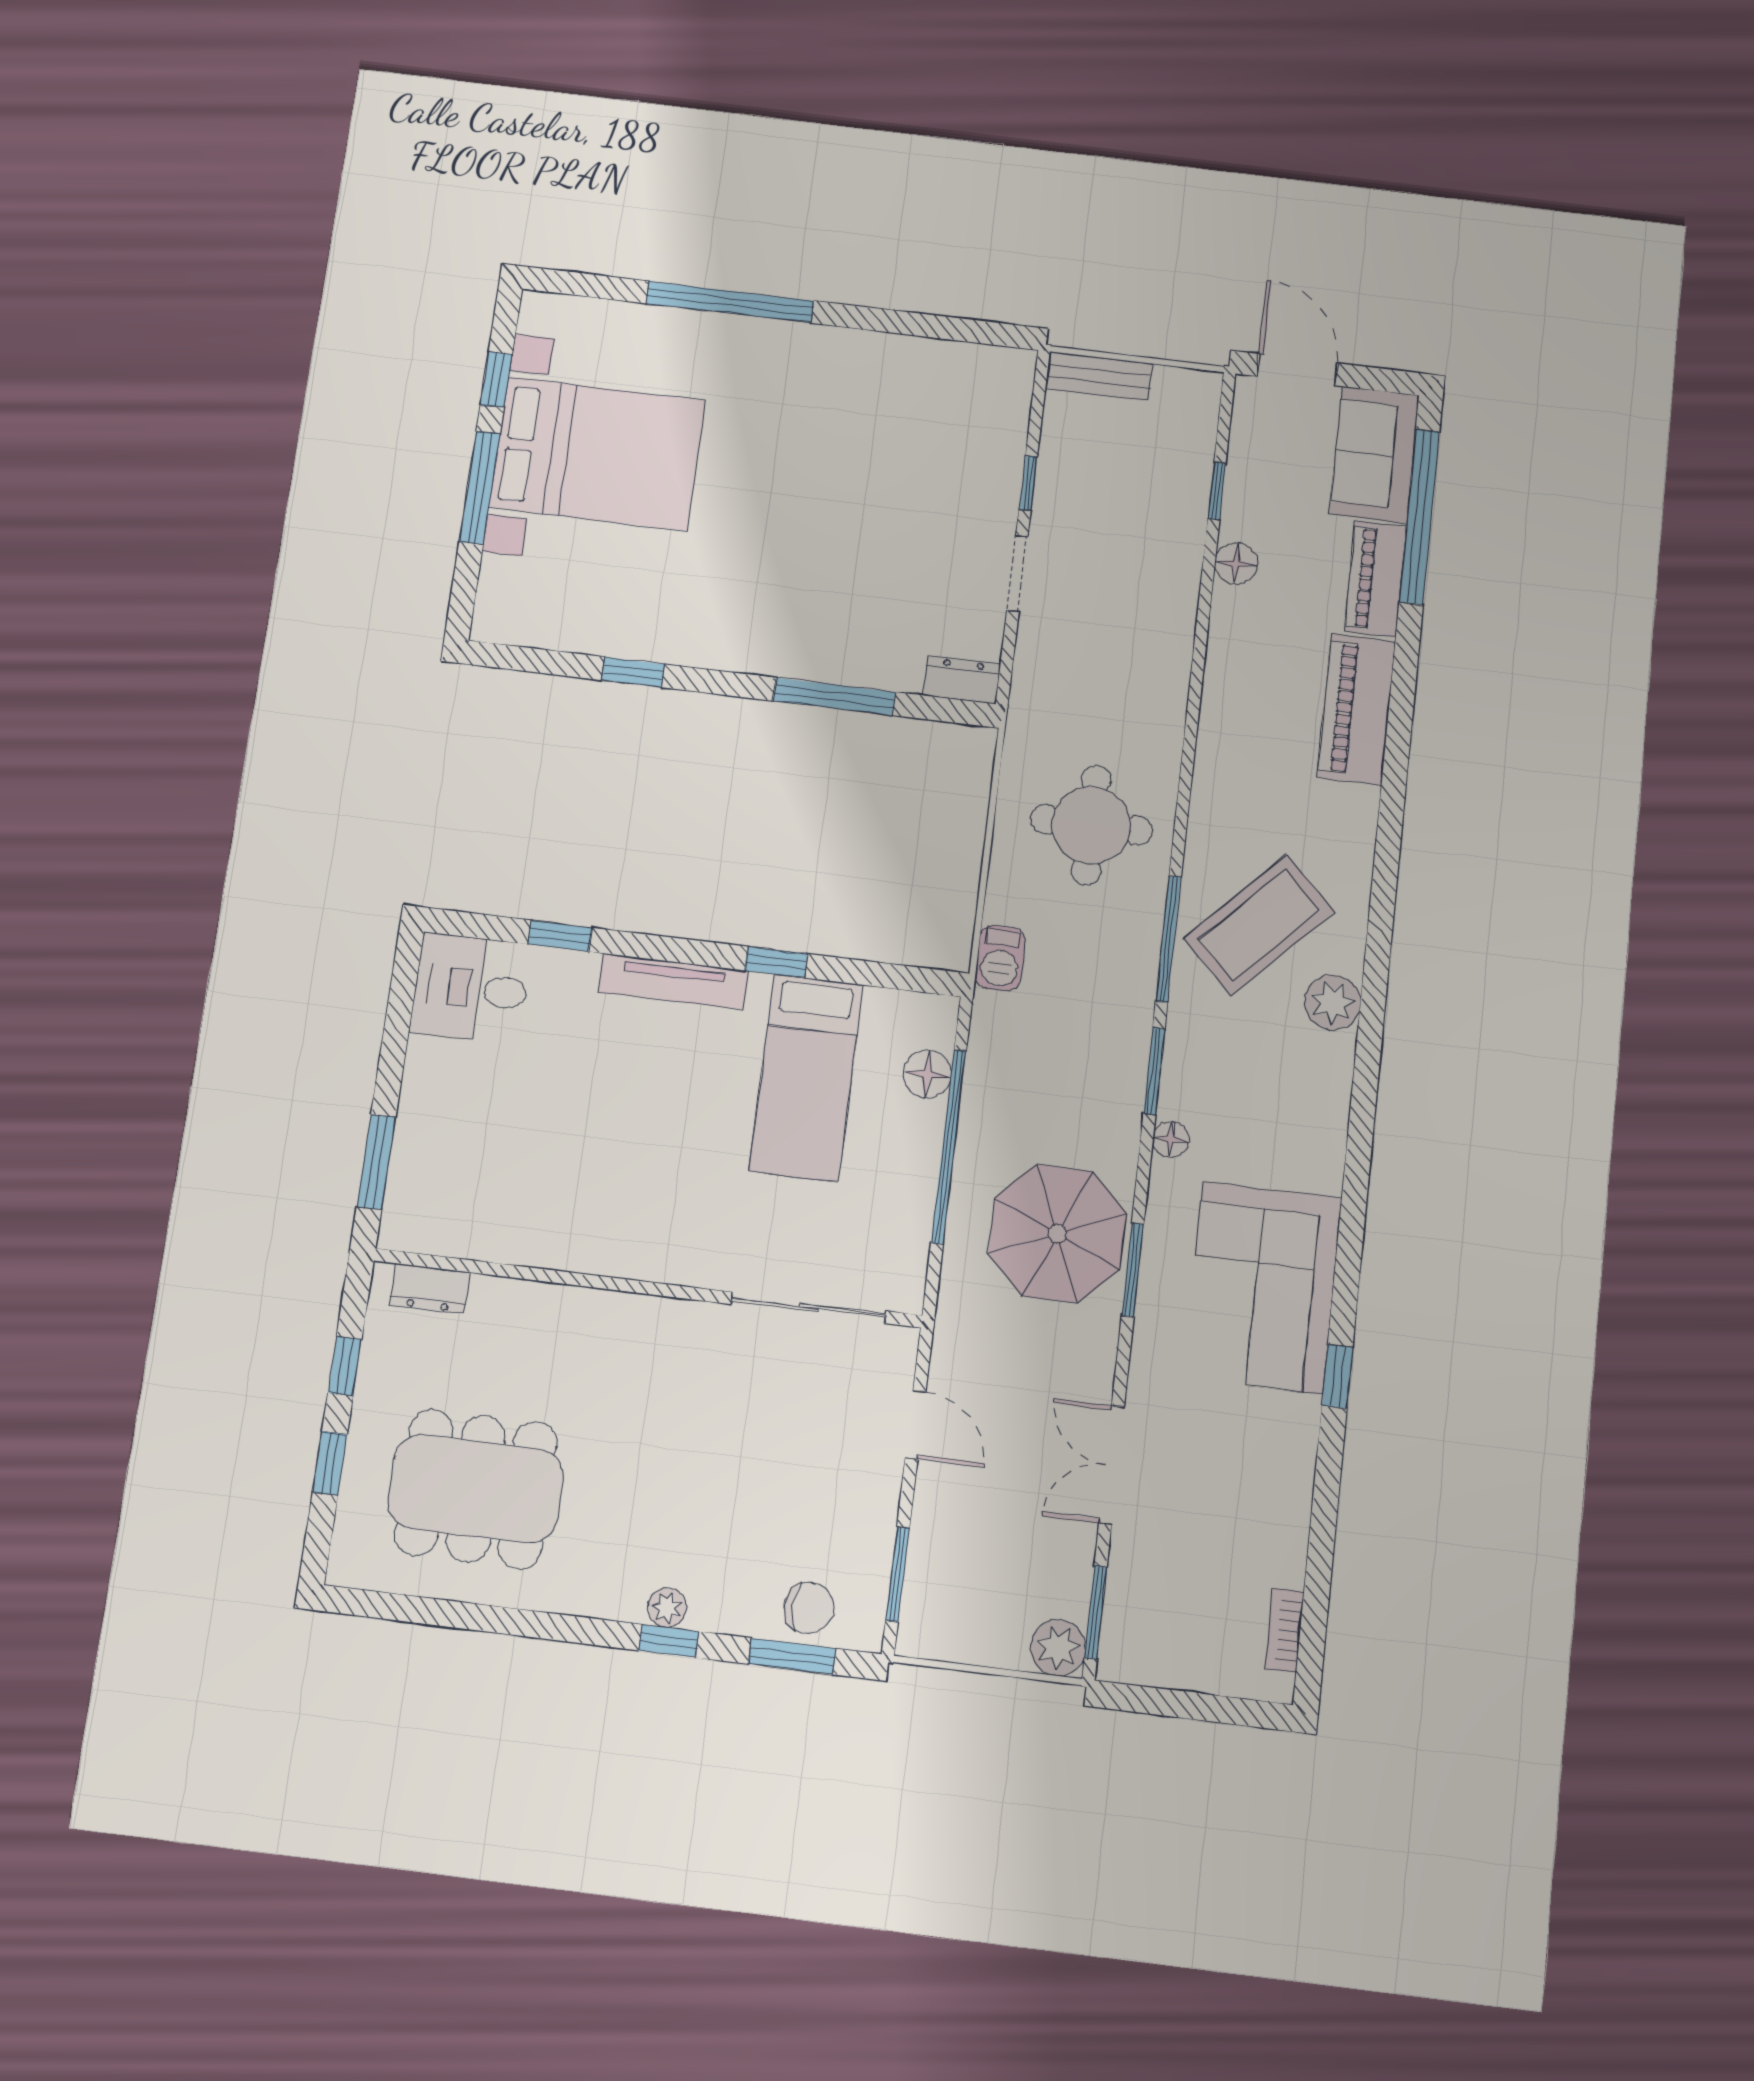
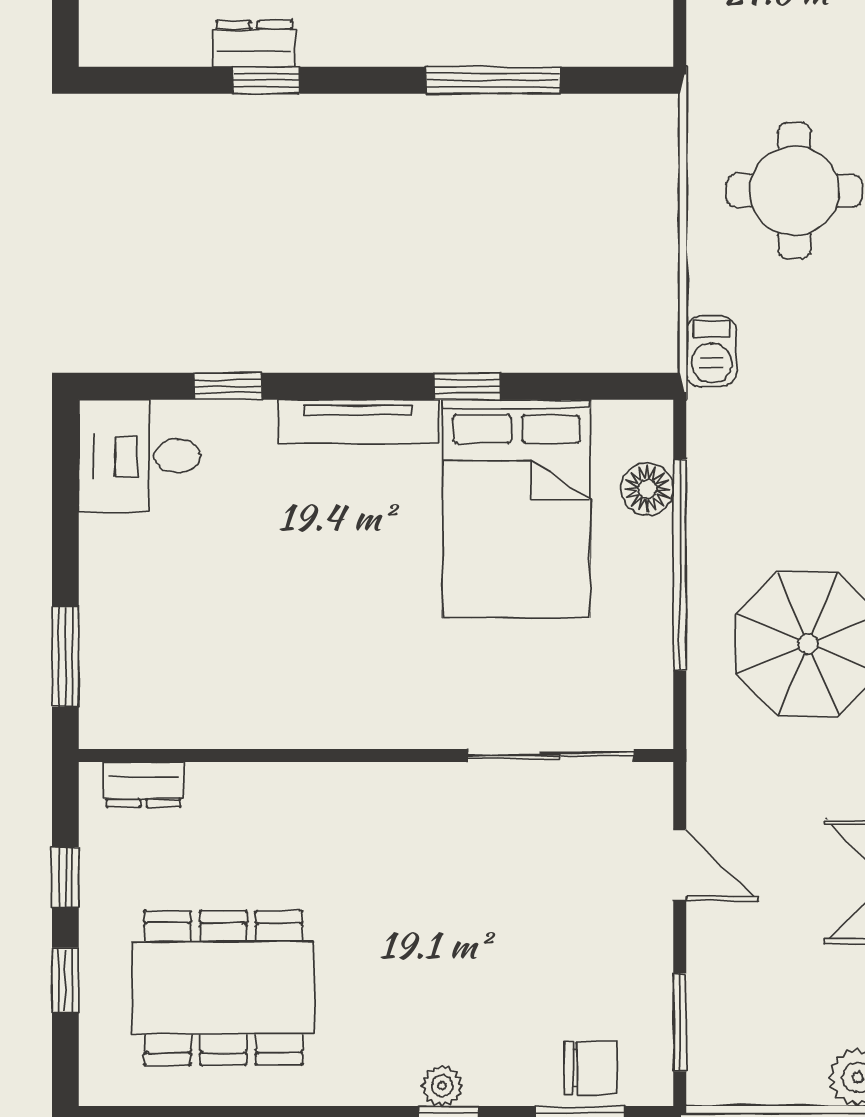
dresser: (962, 680) -> (254, 44), moved
bed: (806, 1078) -> (516, 509), width x1.50

